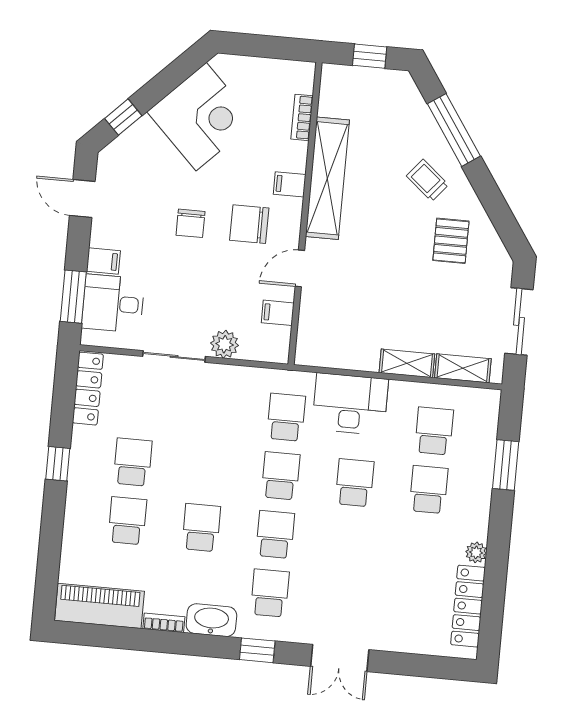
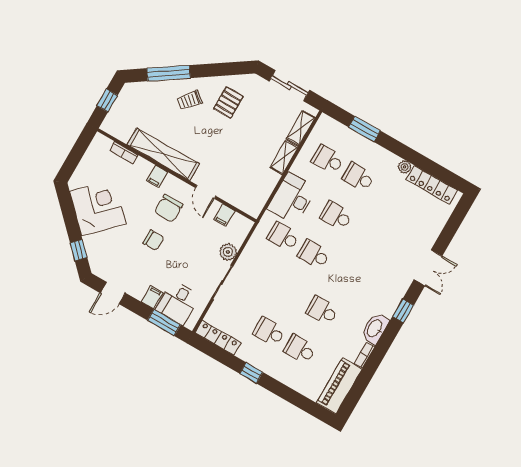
pallet: (451, 241) -> (228, 103), turned 90
school desk: (275, 534) -> (344, 272), removed
school desk: (270, 593) -> (375, 290), removed

